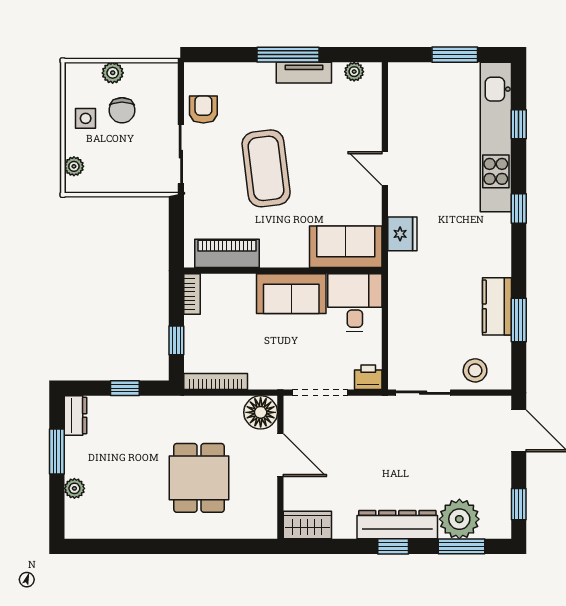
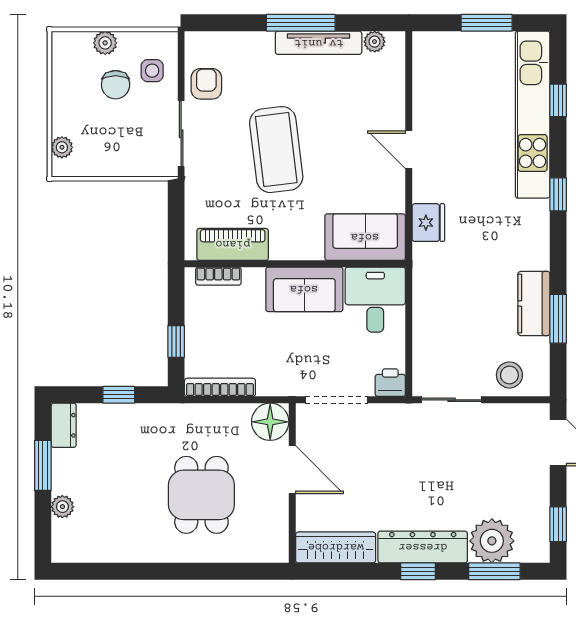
tv unit: (304, 73) -> (319, 43), width x1.41
side table: (86, 118) -> (152, 71), moved
bookcase: (192, 294) -> (218, 276), moved, turned 90
wardrobe: (307, 525) -> (336, 547), width x1.50

